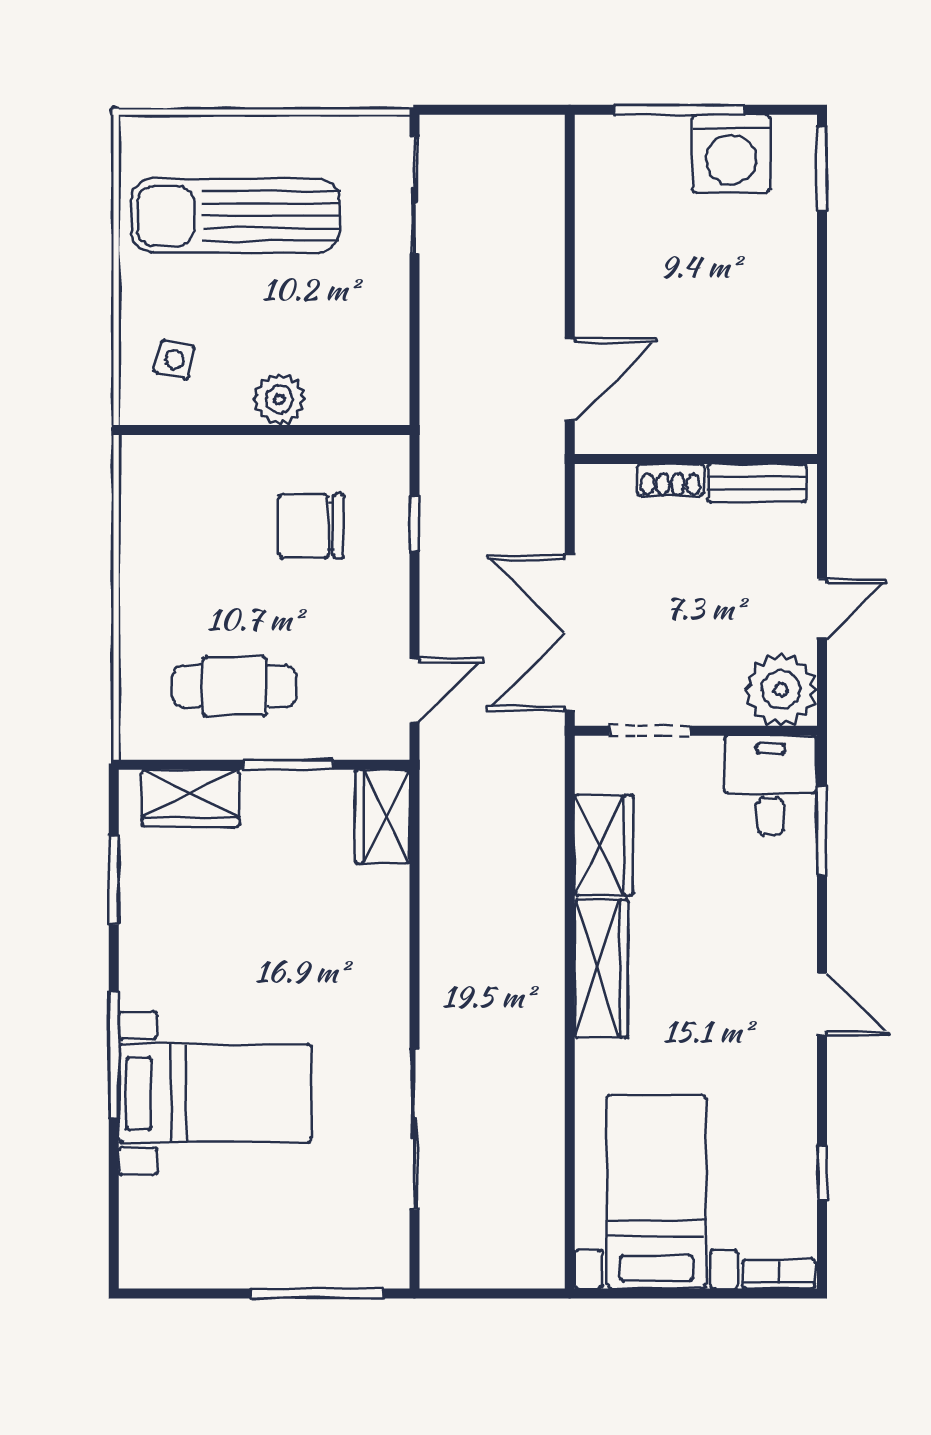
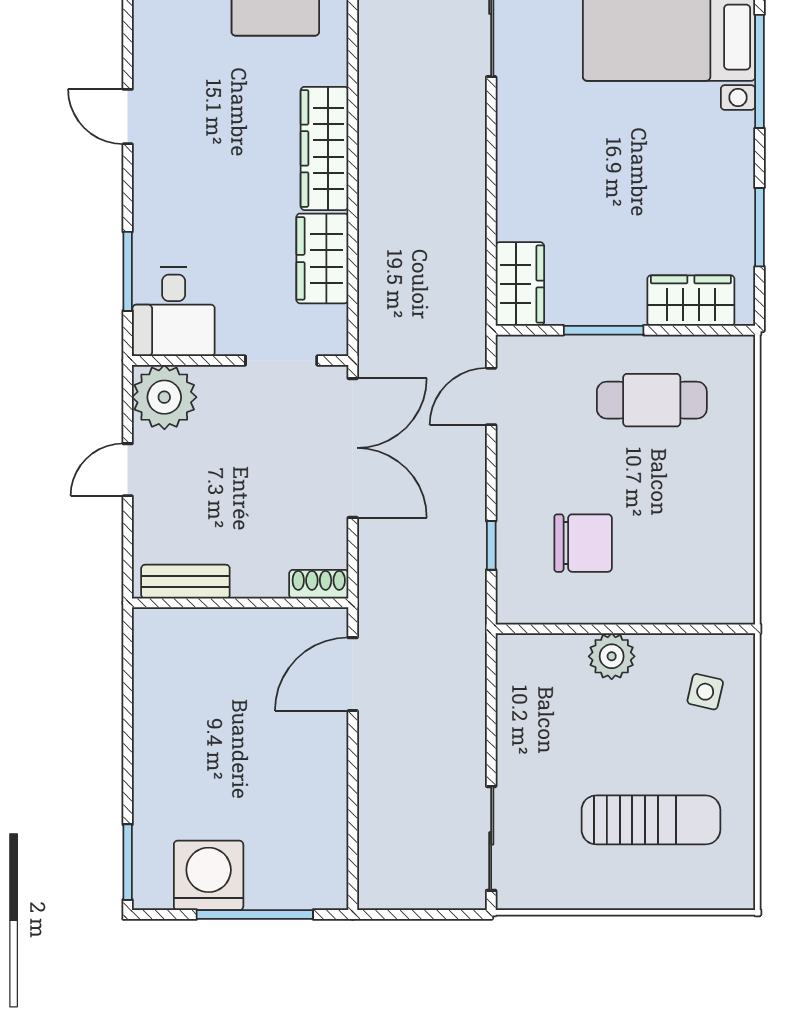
sun lounger: (235, 216) -> (651, 820), width x0.73, depth x0.75
shoe rack: (670, 480) -> (319, 584), moved

